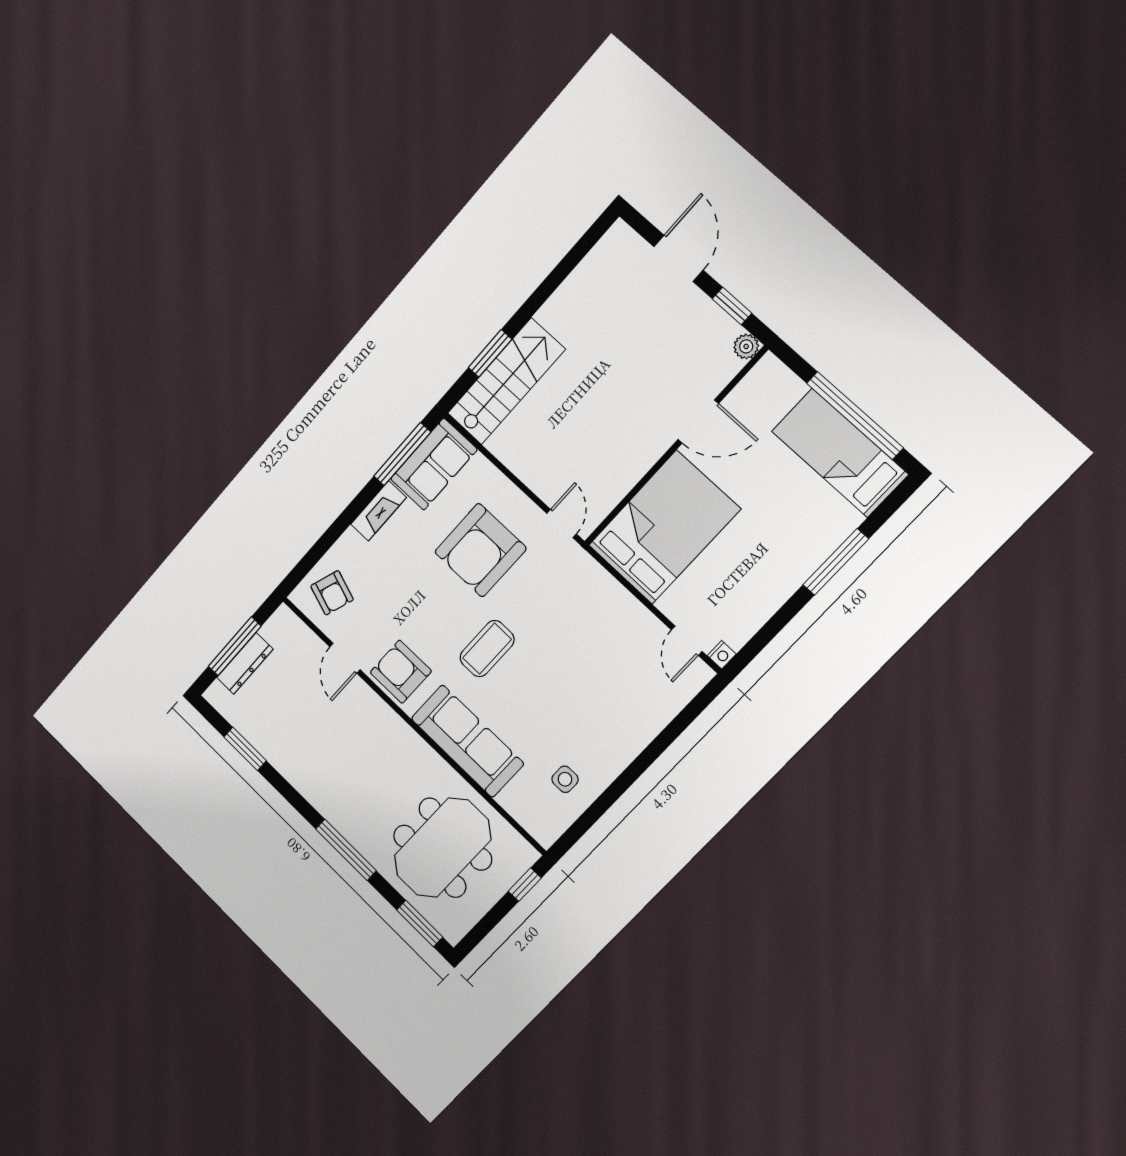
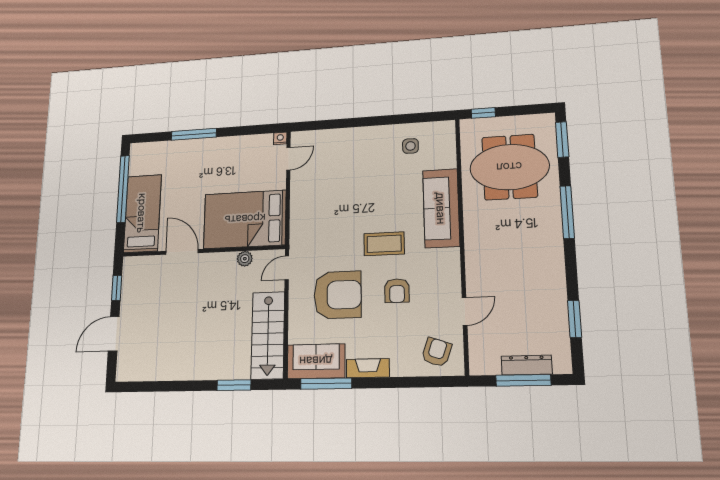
plant: (746, 346) -> (245, 259), moved
stairs: (506, 381) -> (268, 335), moved, turned -90
bed: (840, 453) -> (142, 213), moved, turned 180
armchair: (401, 672) -> (397, 291), moved, width x0.72, depth x0.72

